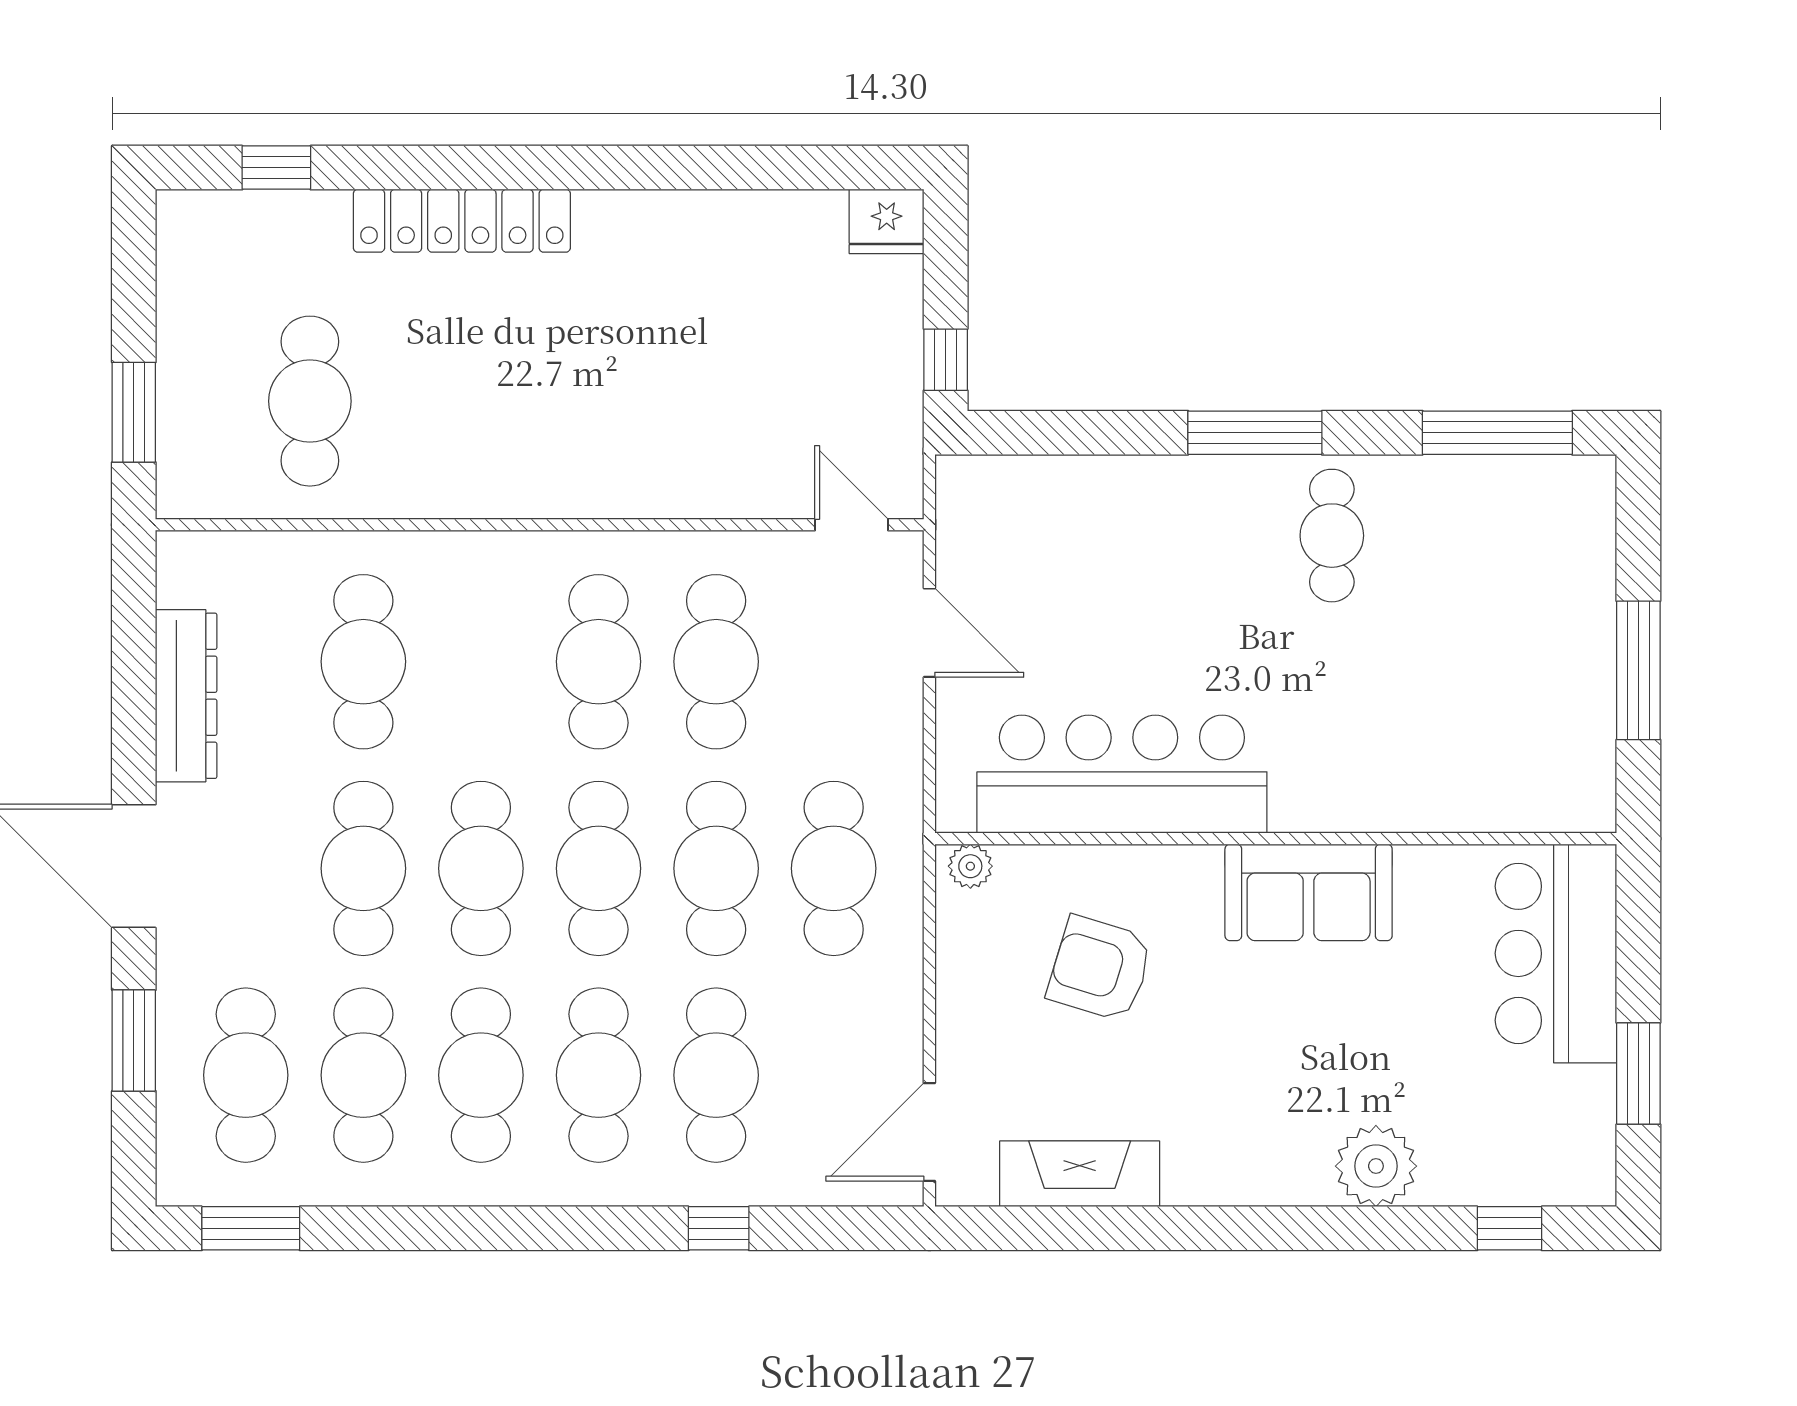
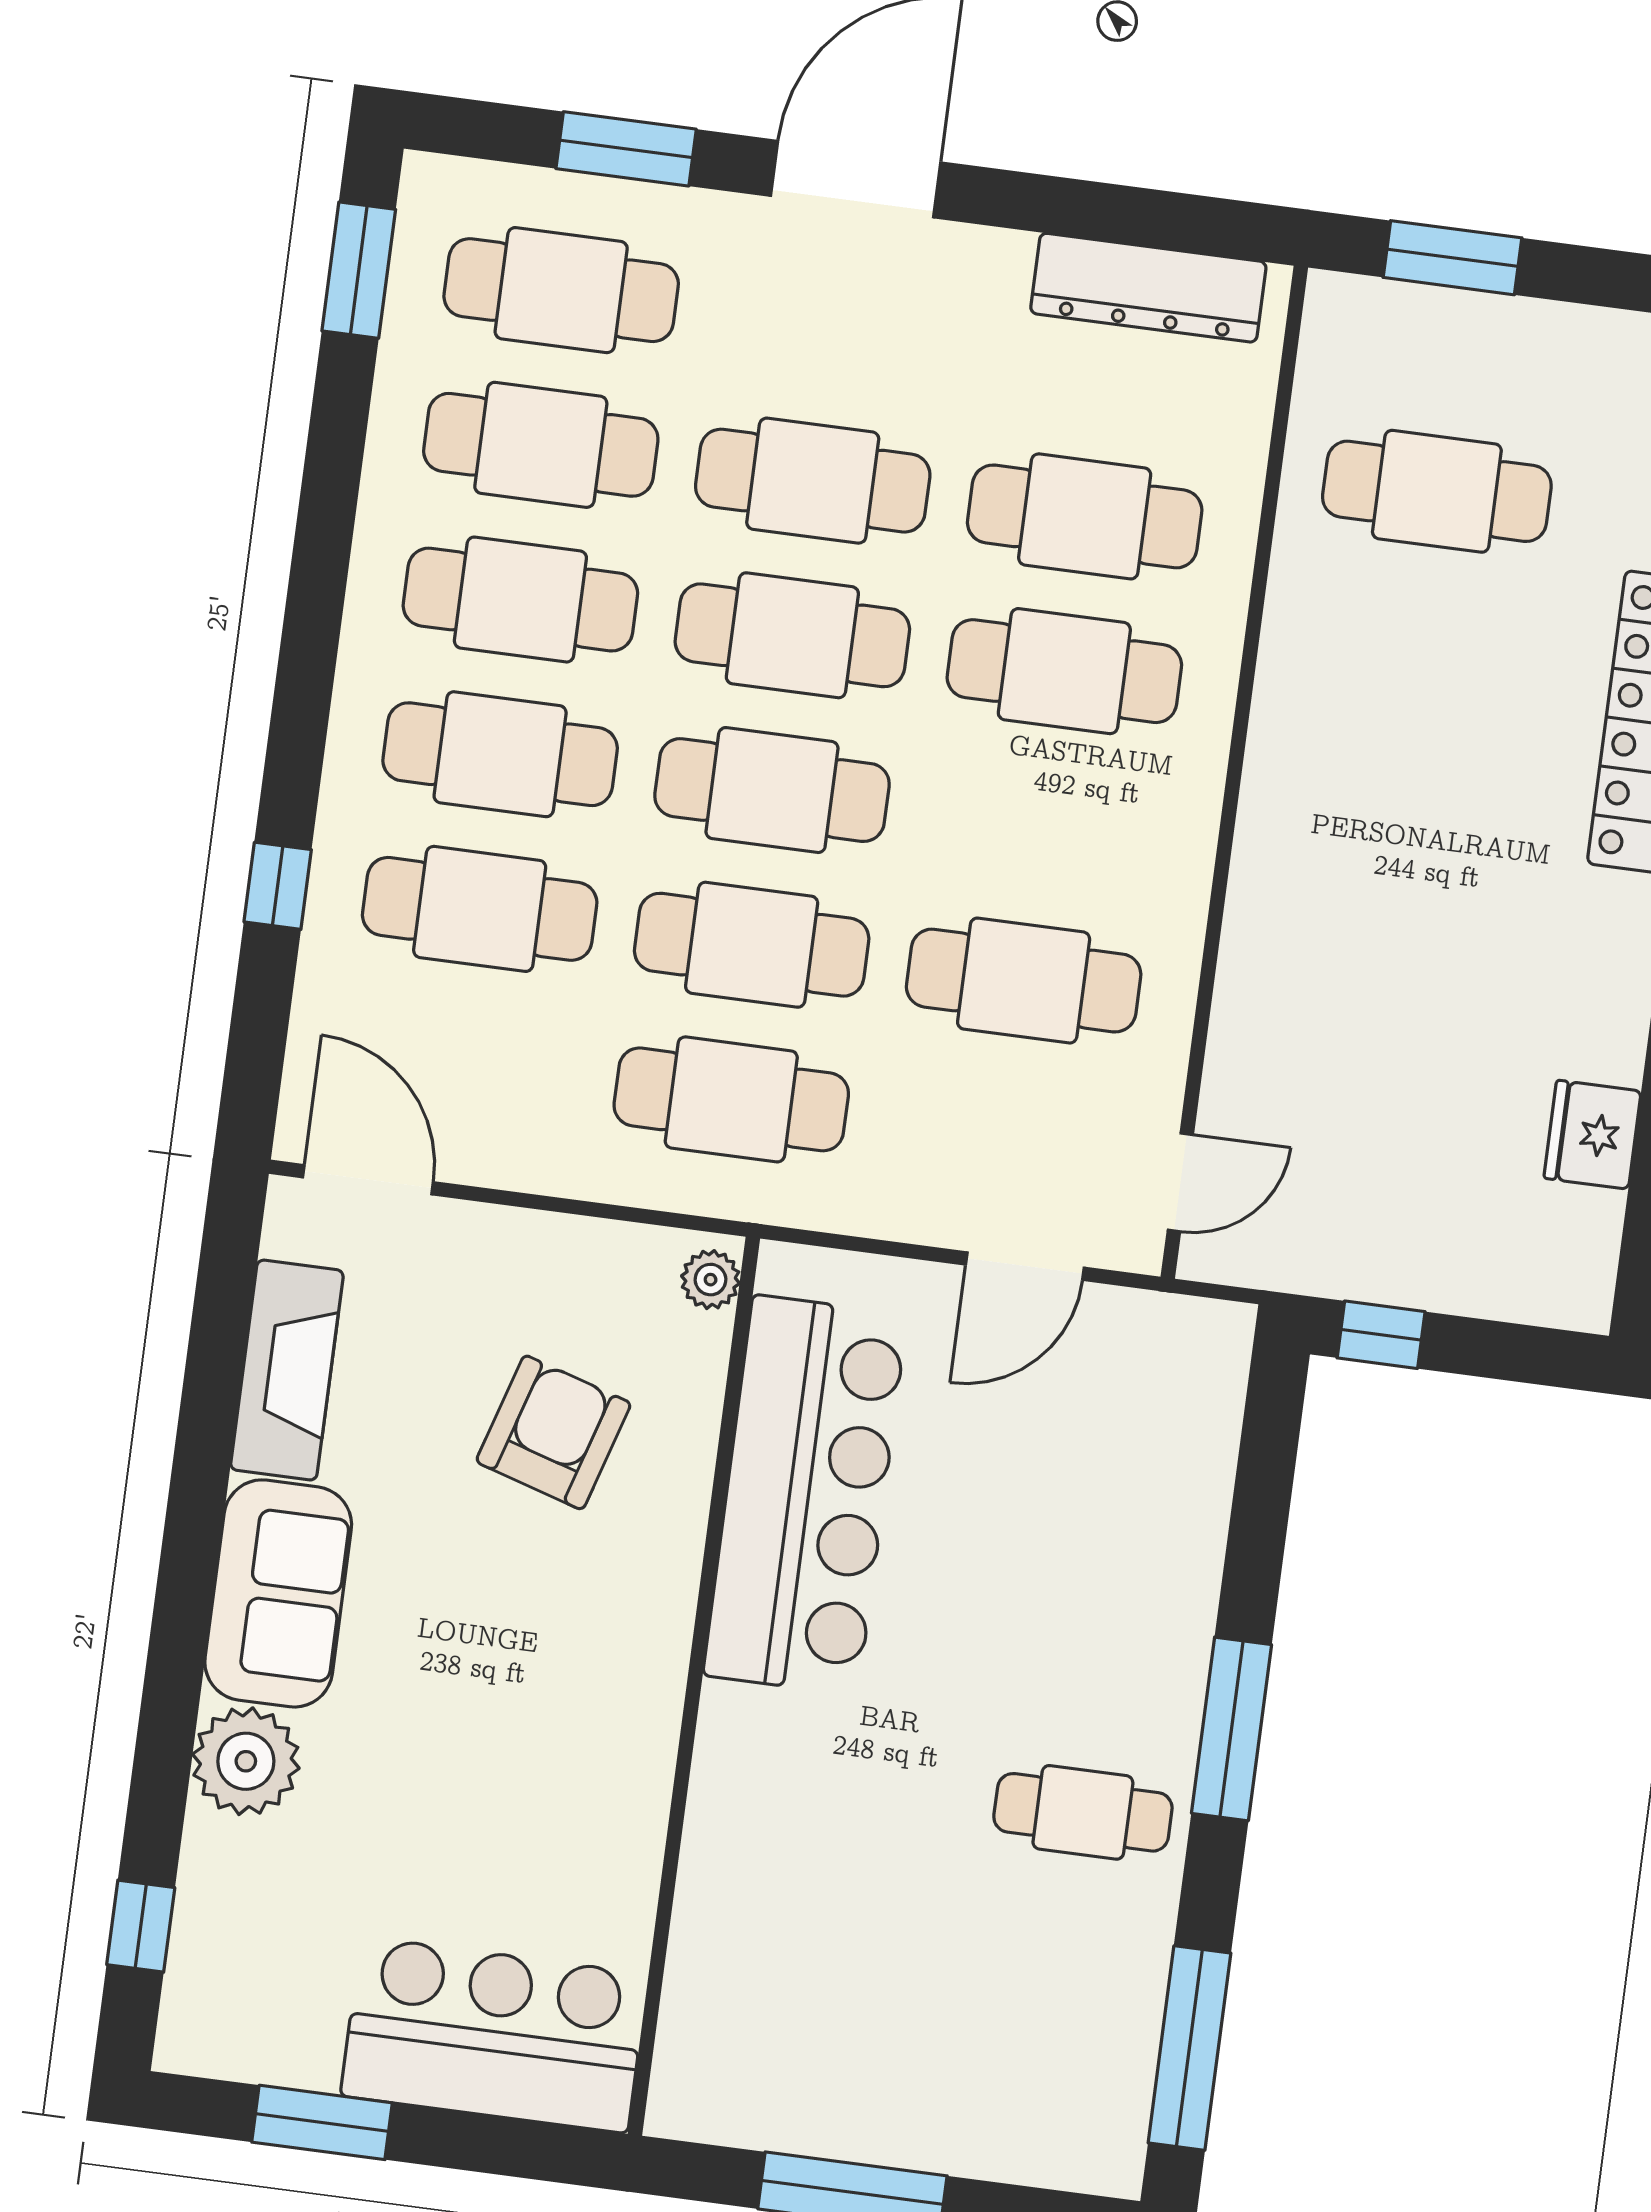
fridge: (887, 221) -> (1593, 1135), moved
cafe table: (599, 662) -> (1064, 671), moved
dresser: (186, 696) -> (1148, 288), moved
sofa: (1309, 892) -> (278, 1593), moved, turned 180

